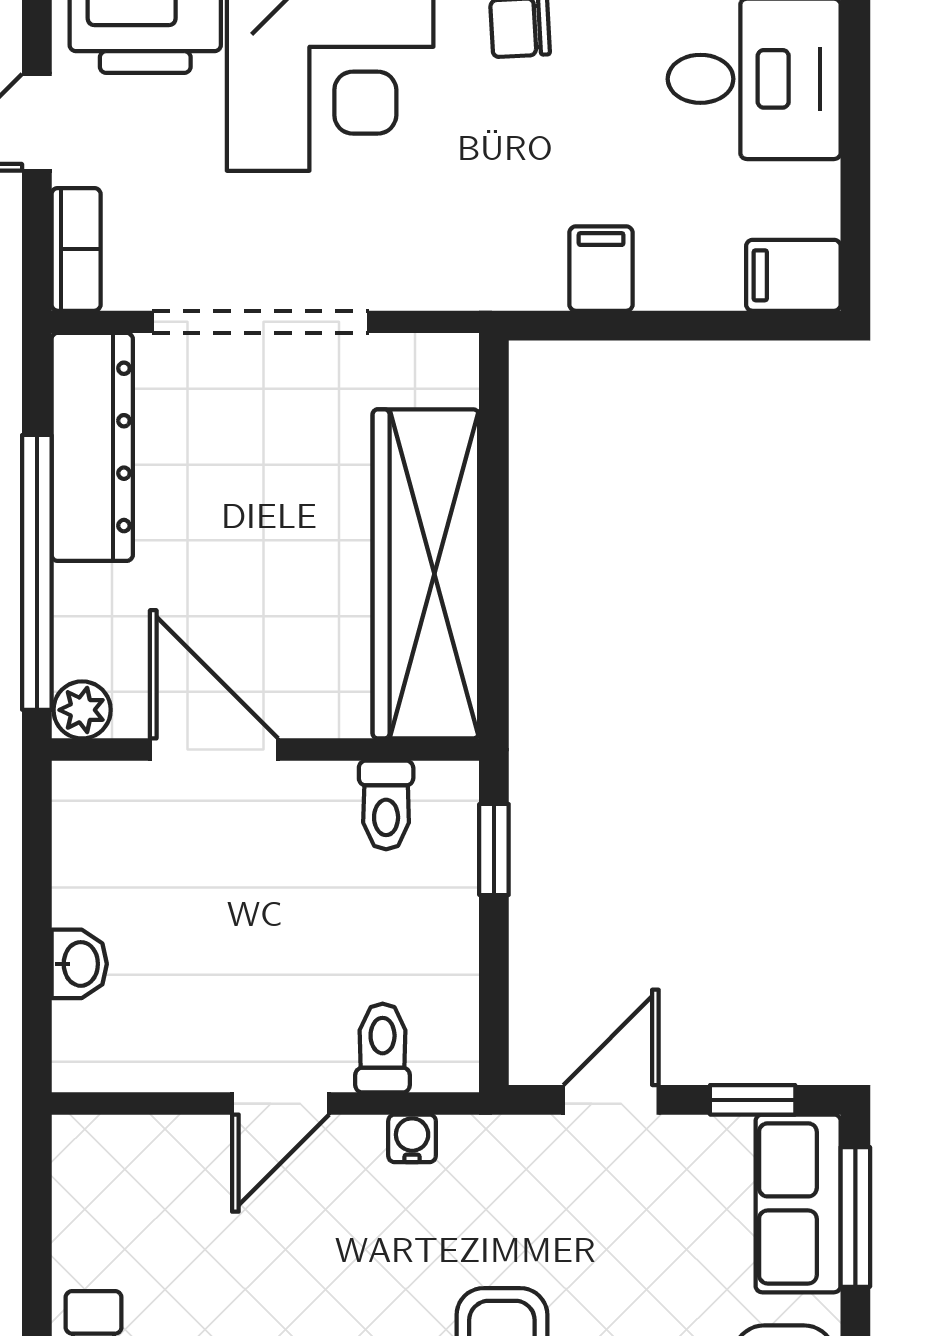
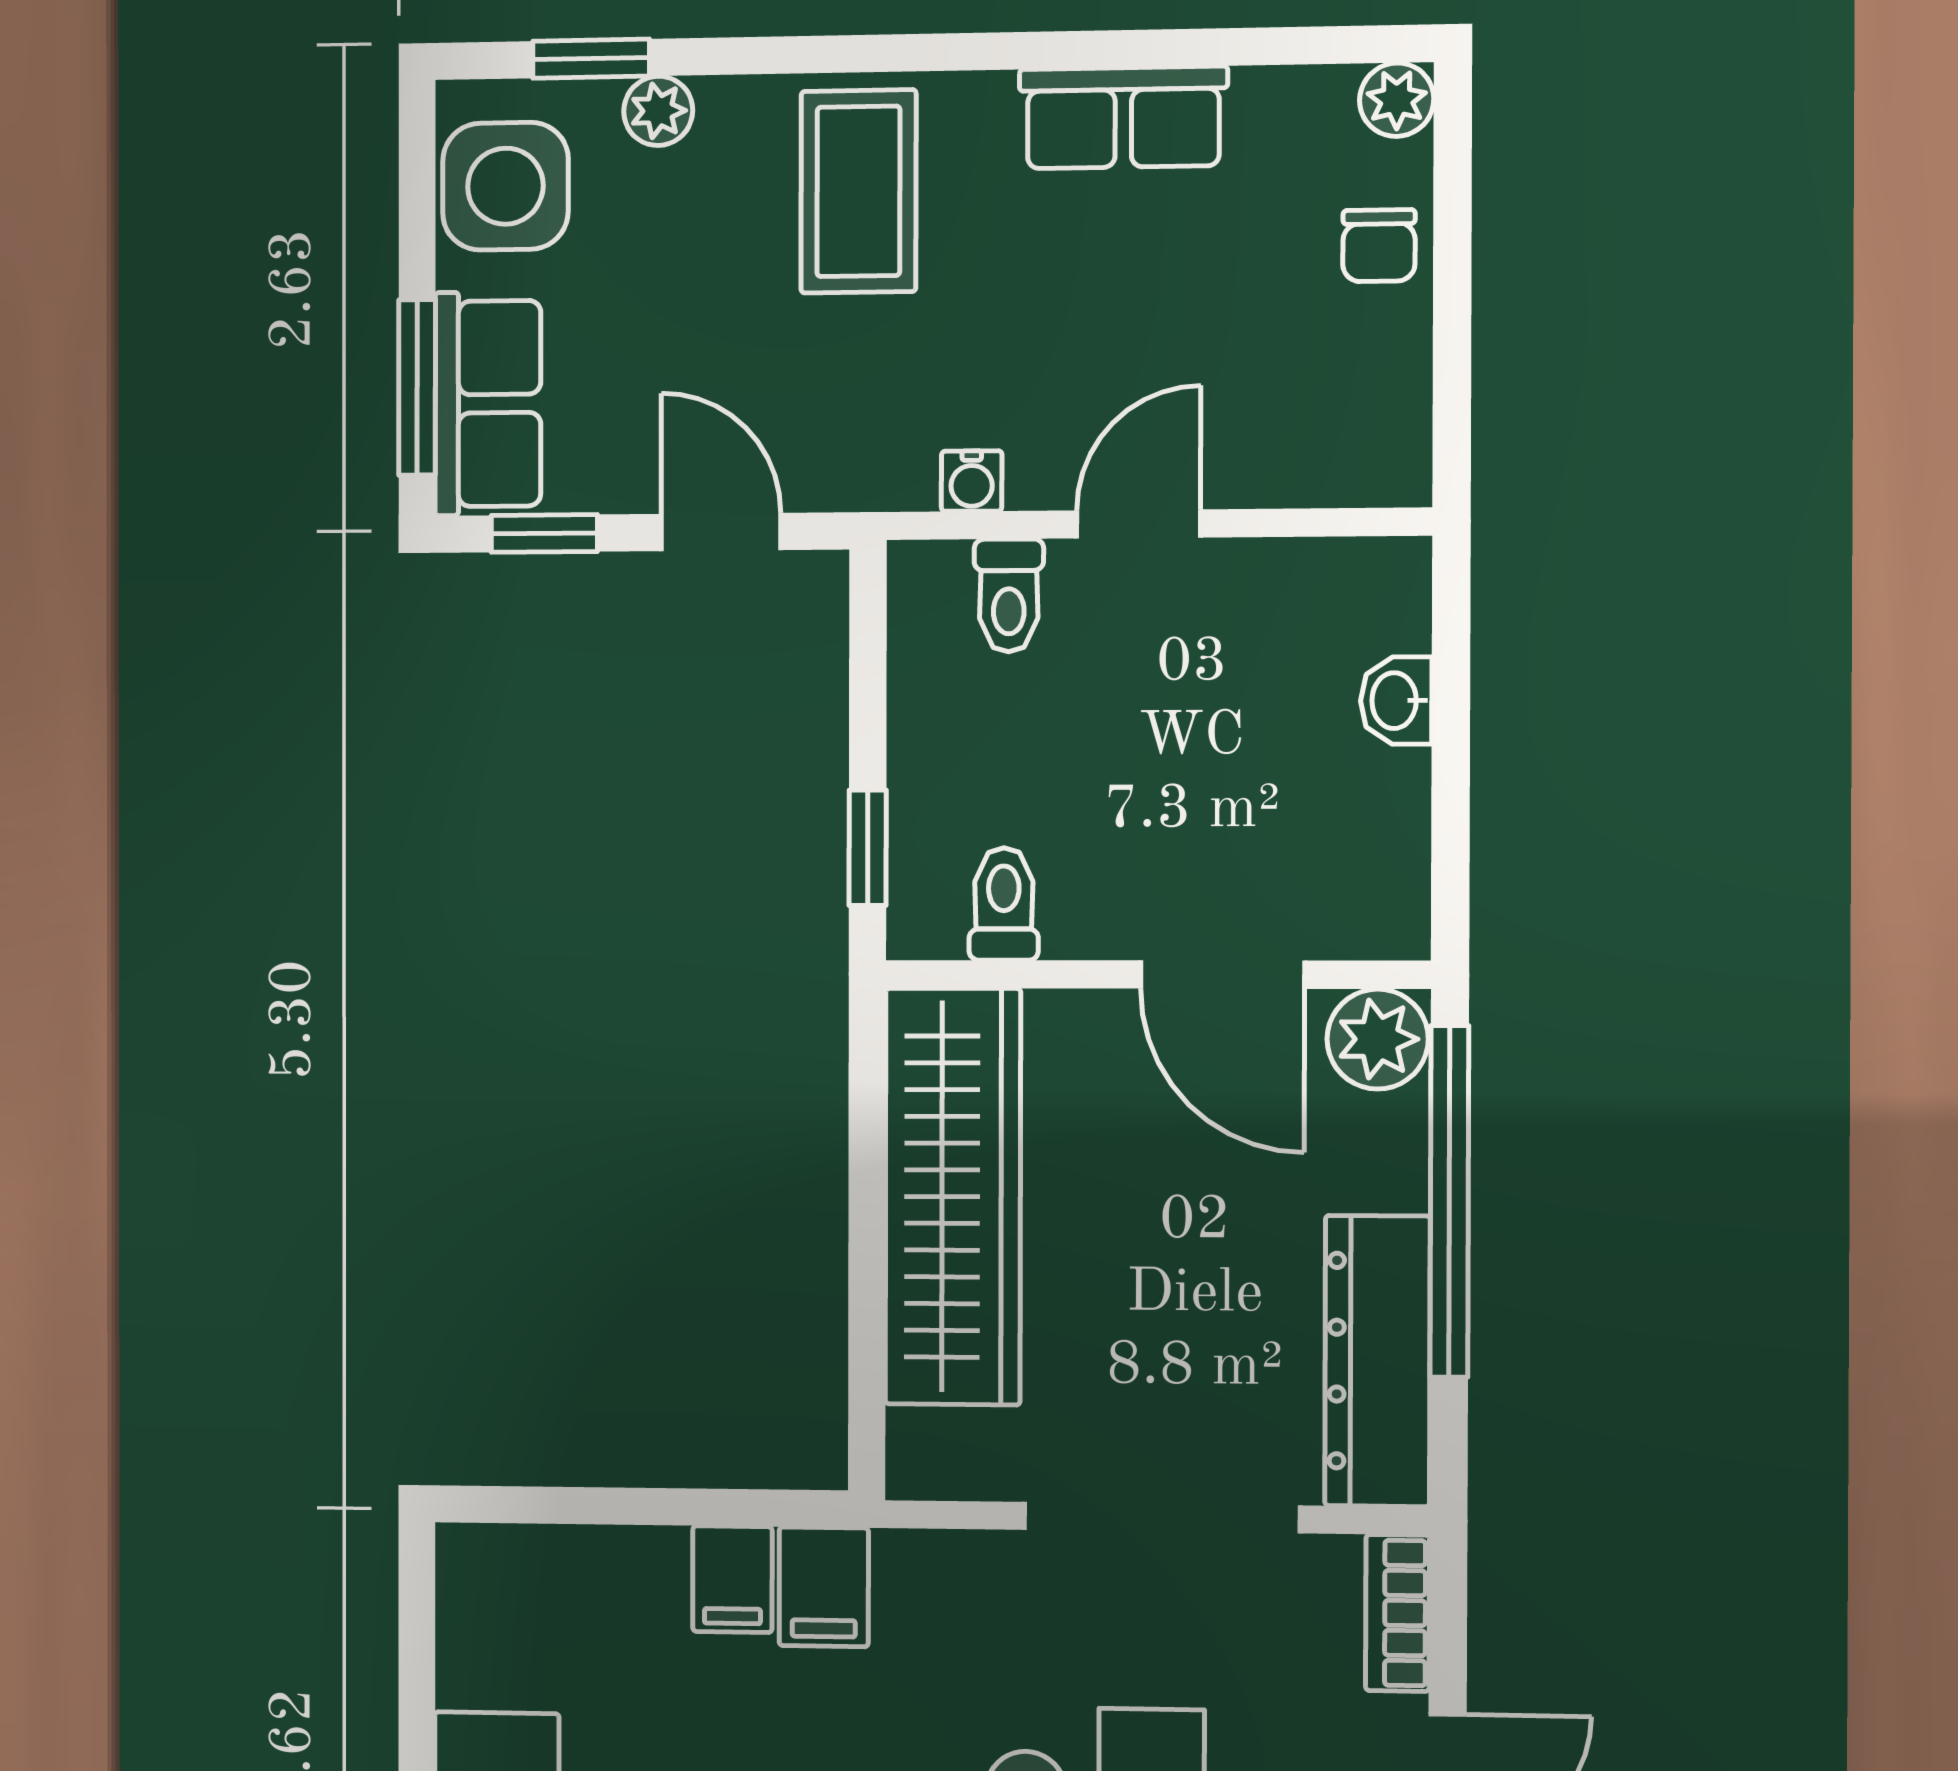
filing cabinet: (793, 275) -> (824, 1587), moved, turned 90
plant: (82, 710) -> (1378, 1039), width x1.38, depth x1.38
door: (611, 1100) -> (721, 532), swing flipped

